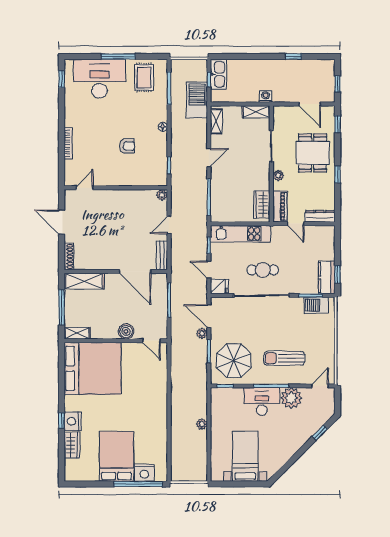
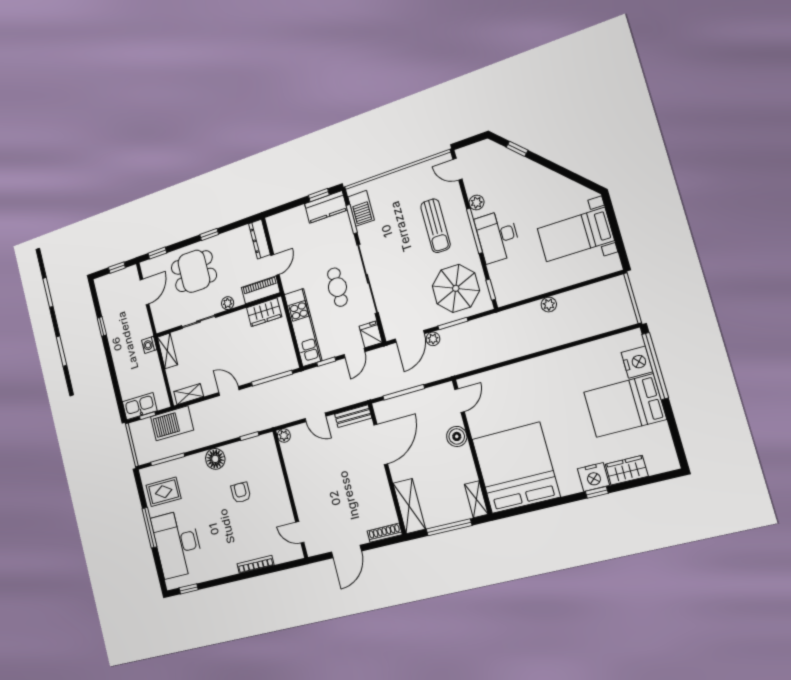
floor lamp: (163, 127) -> (215, 459), width x1.89, depth x1.89
plant: (291, 398) -> (477, 202), width x0.53, depth x0.53

